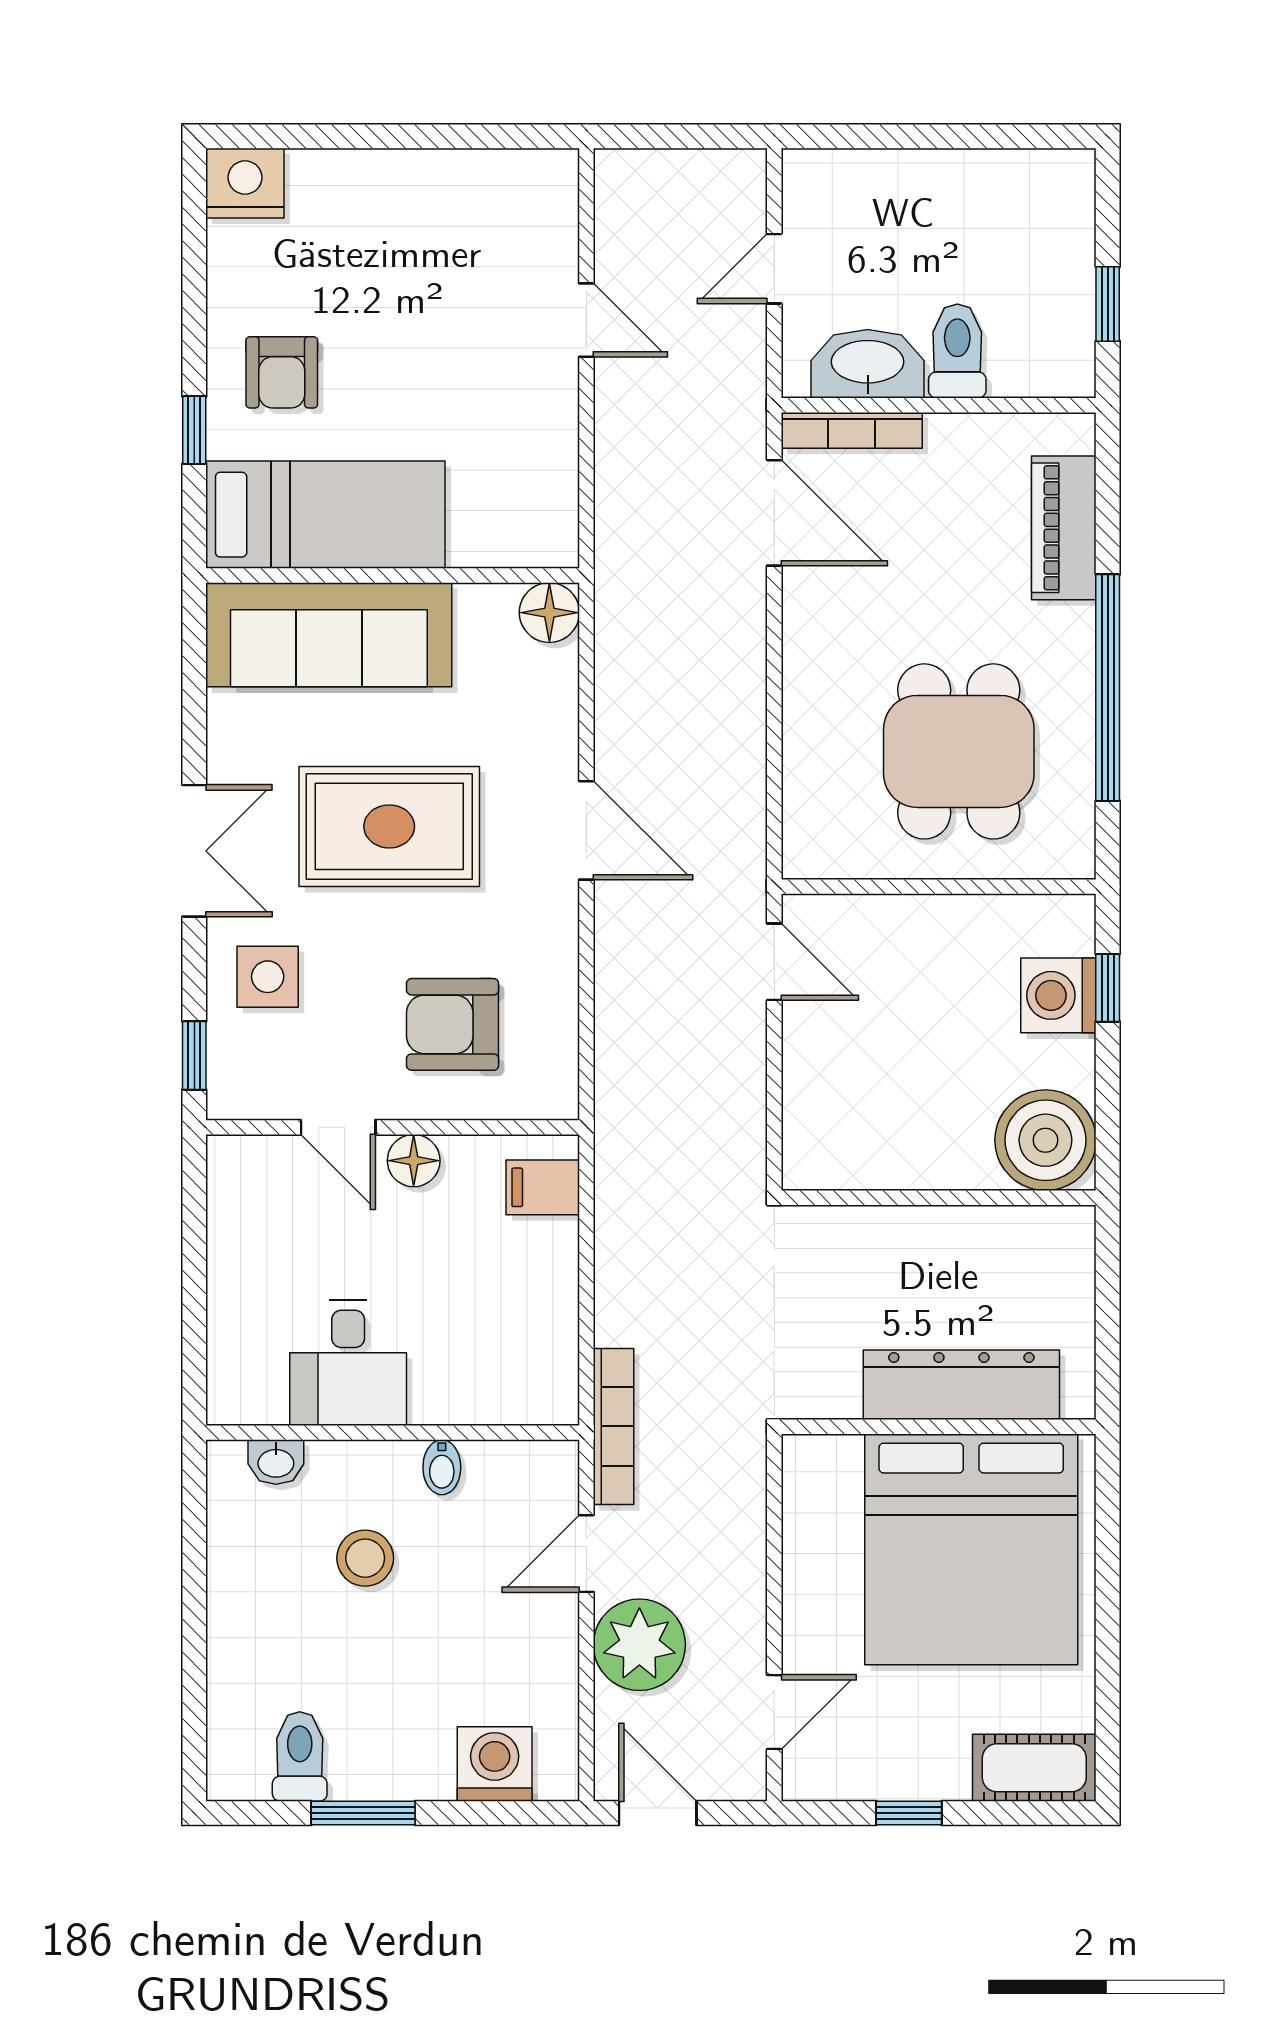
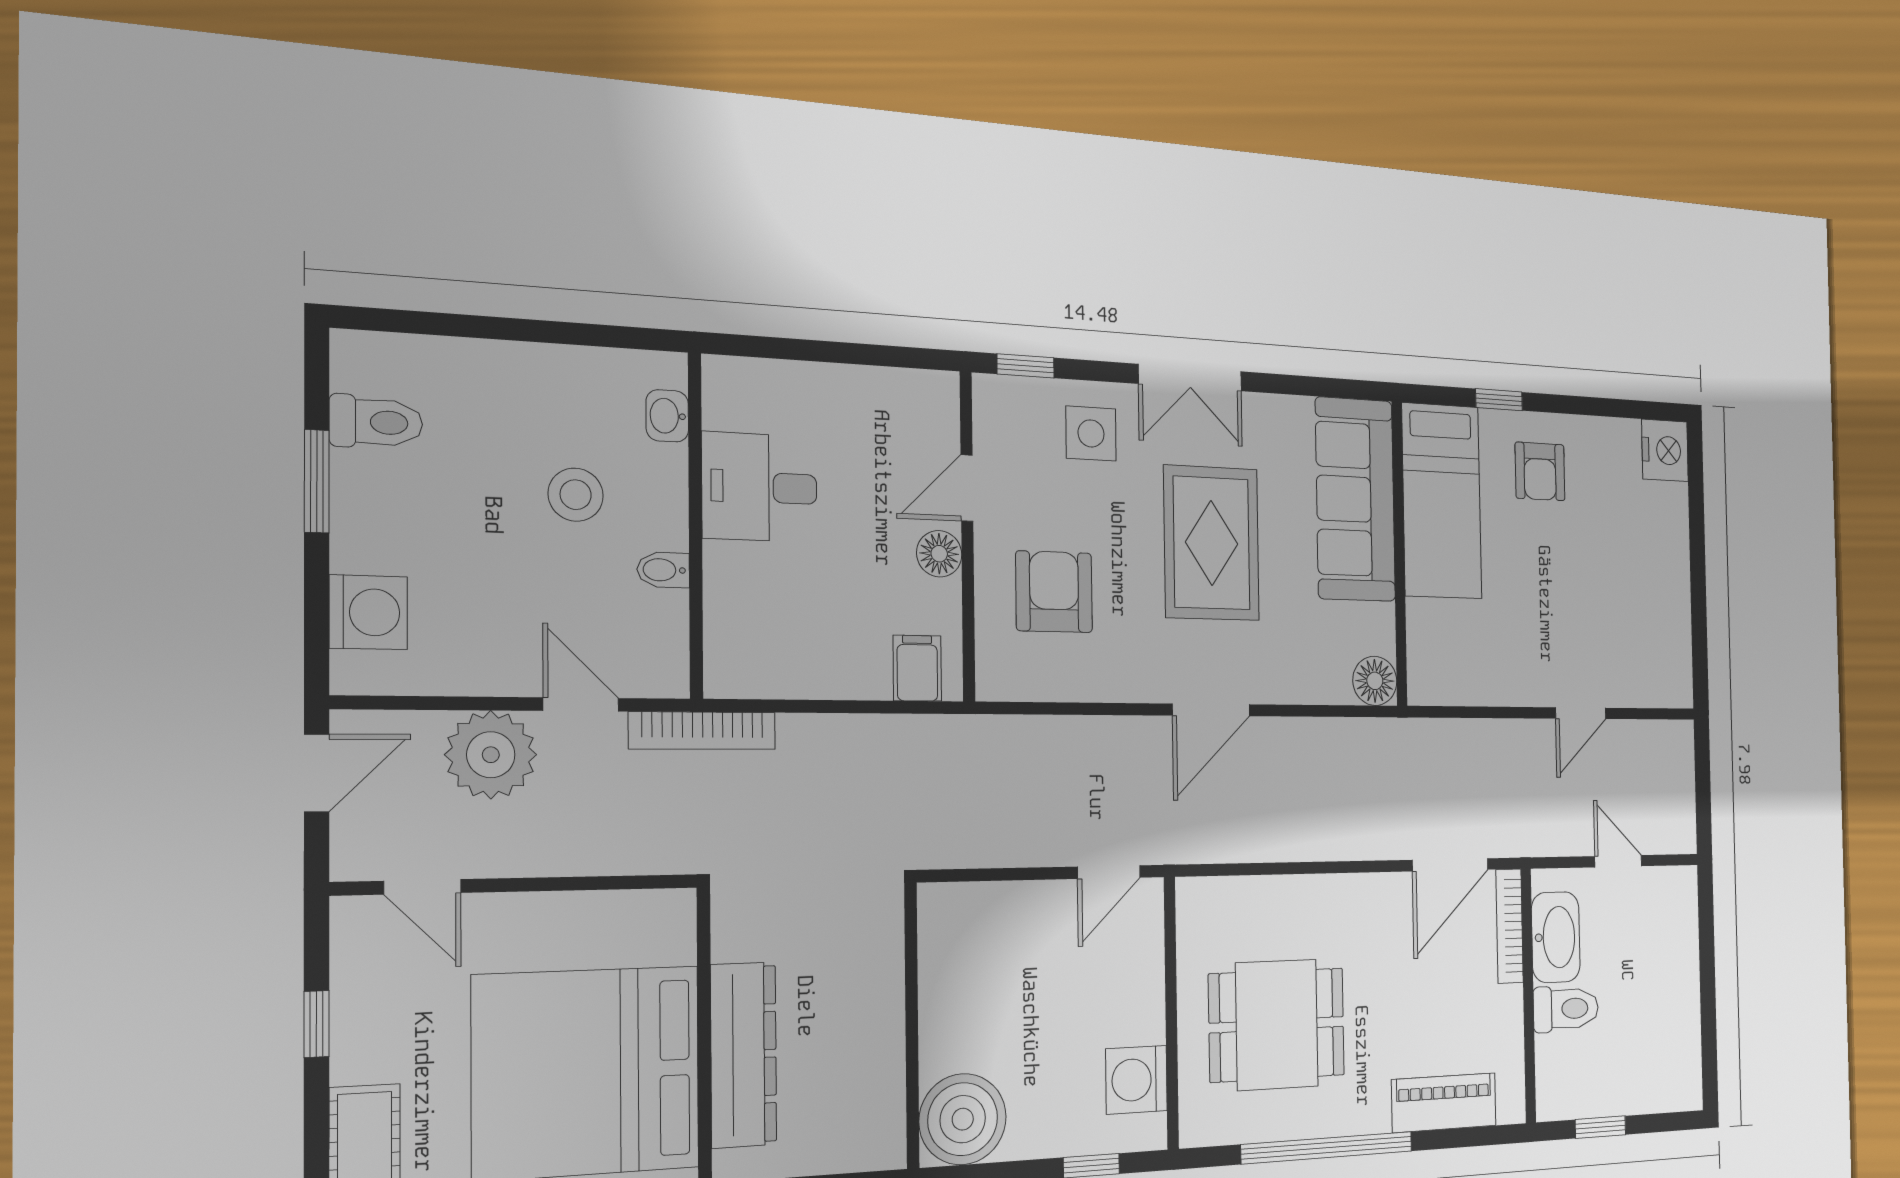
armchair: (282, 372) -> (1540, 471), turned -90
washing machine: (1058, 995) -> (1136, 1080), moved, turned -90

